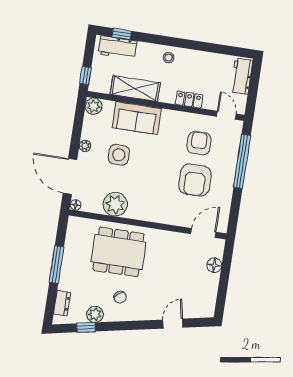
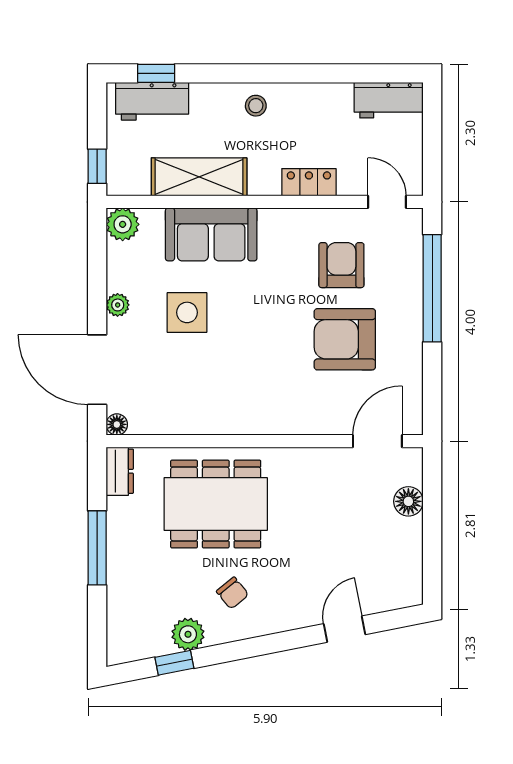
workbench: (242, 76) -> (389, 100), moved, turned -90
armchair: (195, 180) -> (345, 339), turned 90
plant: (115, 204) -> (195, 411), removed
dresser: (62, 303) -> (120, 471), moved

